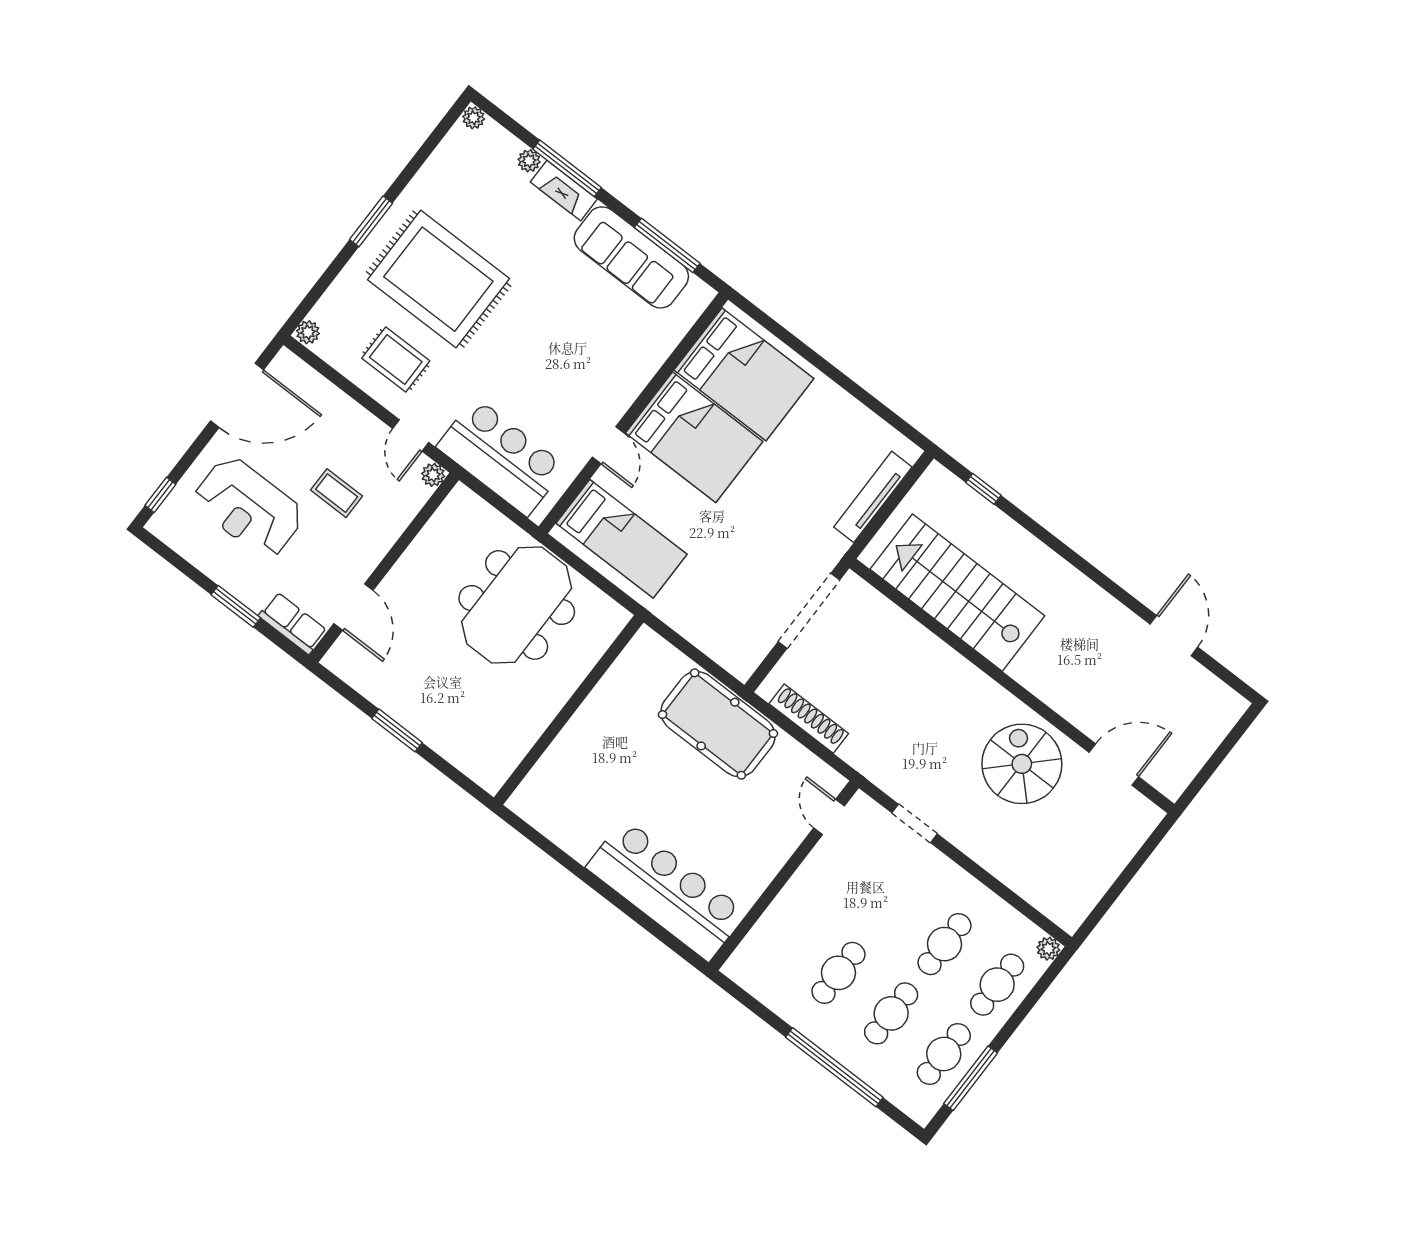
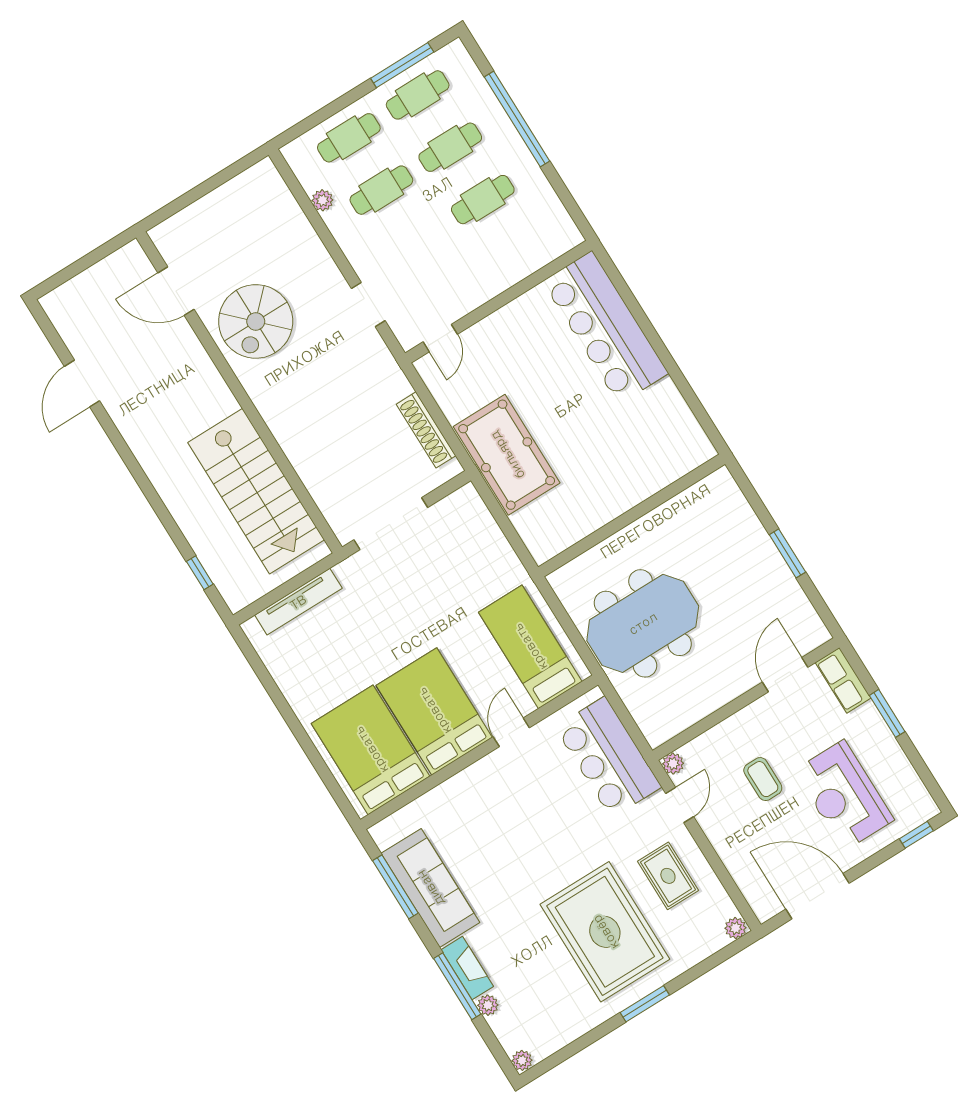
reception desk: (248, 507) -> (844, 795), turned 180
plant: (1048, 949) -> (322, 200), moved

